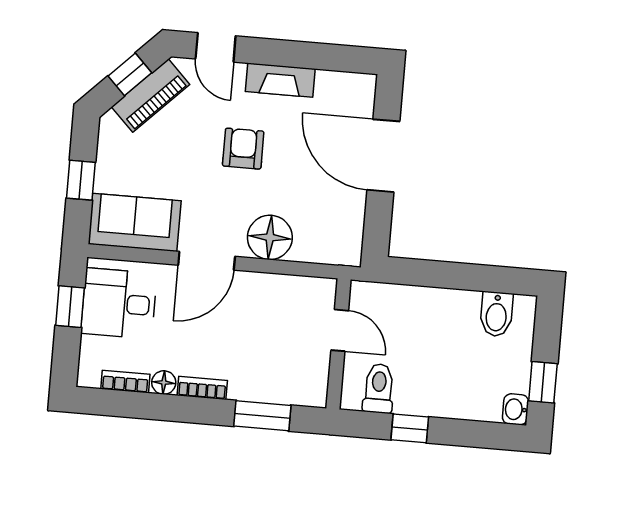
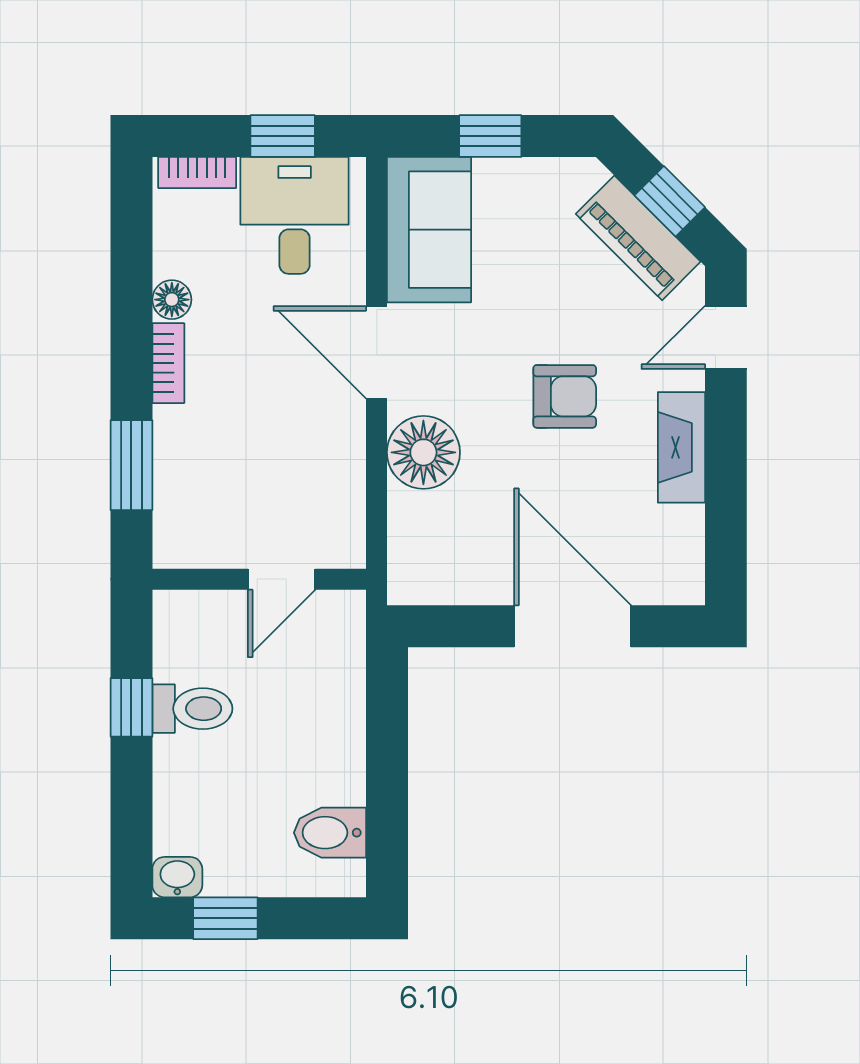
door: (383, 156) -> (573, 626), hinge flipped
bookcase: (125, 382) -> (197, 172), moved, turned 90
toilet: (379, 388) -> (192, 709), moved

